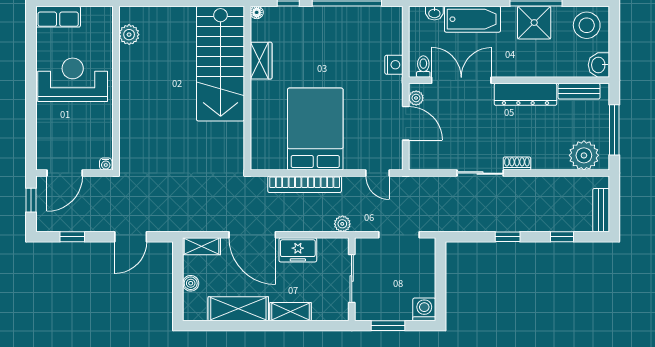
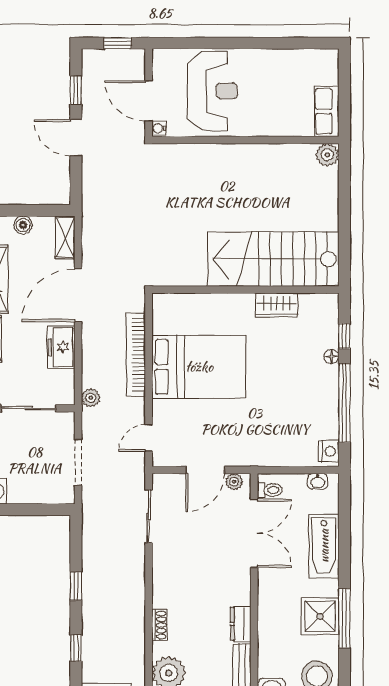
floor lamp: (257, 12) -> (332, 356), moved
washbasin: (434, 13) -> (318, 481), moved, turned -90
row of seats: (58, 17) -> (327, 111), moved
plant: (129, 35) -> (327, 155), moved
nightstand: (394, 65) -> (329, 451), moved, turned -90
reception desk: (73, 80) -> (212, 91), moved
dresser: (525, 94) -> (241, 624), width x0.51, depth x0.80
shoe rack: (517, 163) -> (159, 625), moved
door: (65, 173) -> (149, 101), moved
sliding door: (480, 173) -> (149, 516), moved
door: (131, 237) -> (76, 138), moved

